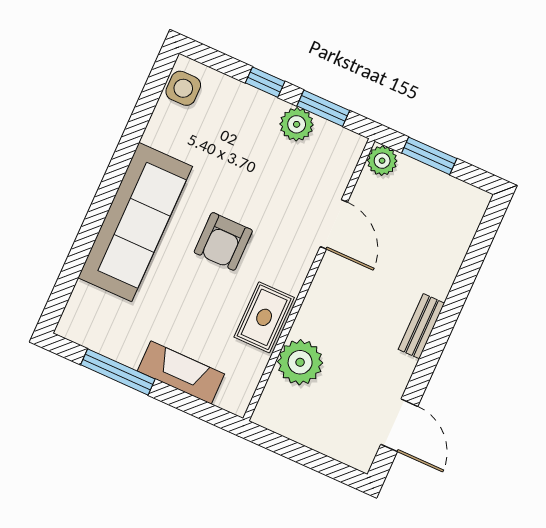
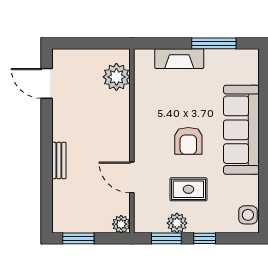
window: (429, 156) -> (78, 238), moved
armchair: (223, 241) -> (188, 141), turned 180
rug: (264, 317) -> (188, 189), moved, turned 90
bench: (421, 326) -> (59, 160), moved
plant: (300, 362) -> (116, 77), moved

